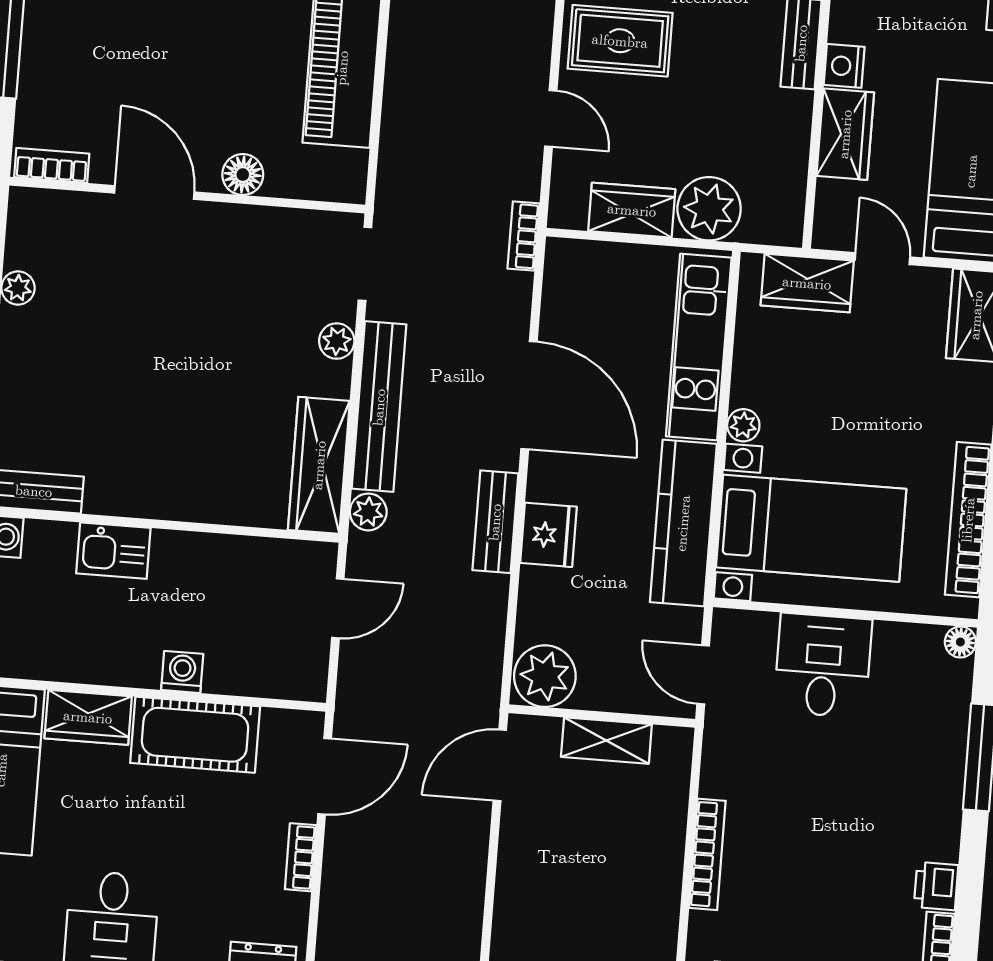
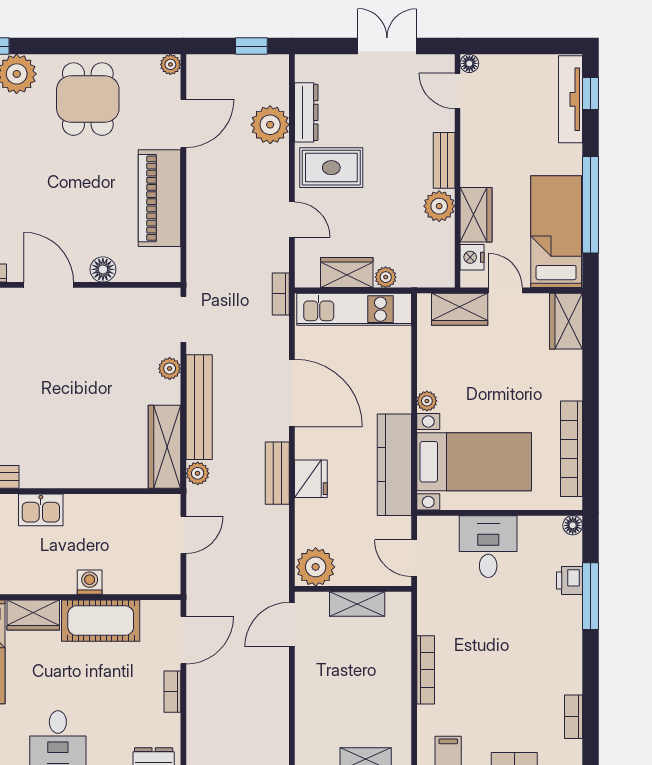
nightstand: (844, 66) -> (472, 257), moved
plant: (787, 116) -> (439, 206), added
plant: (709, 209) -> (386, 277), width x0.53, depth x0.53
kitchen unit: (699, 347) -> (354, 309), moved, turned -90
printer: (936, 886) -> (569, 580), moved

